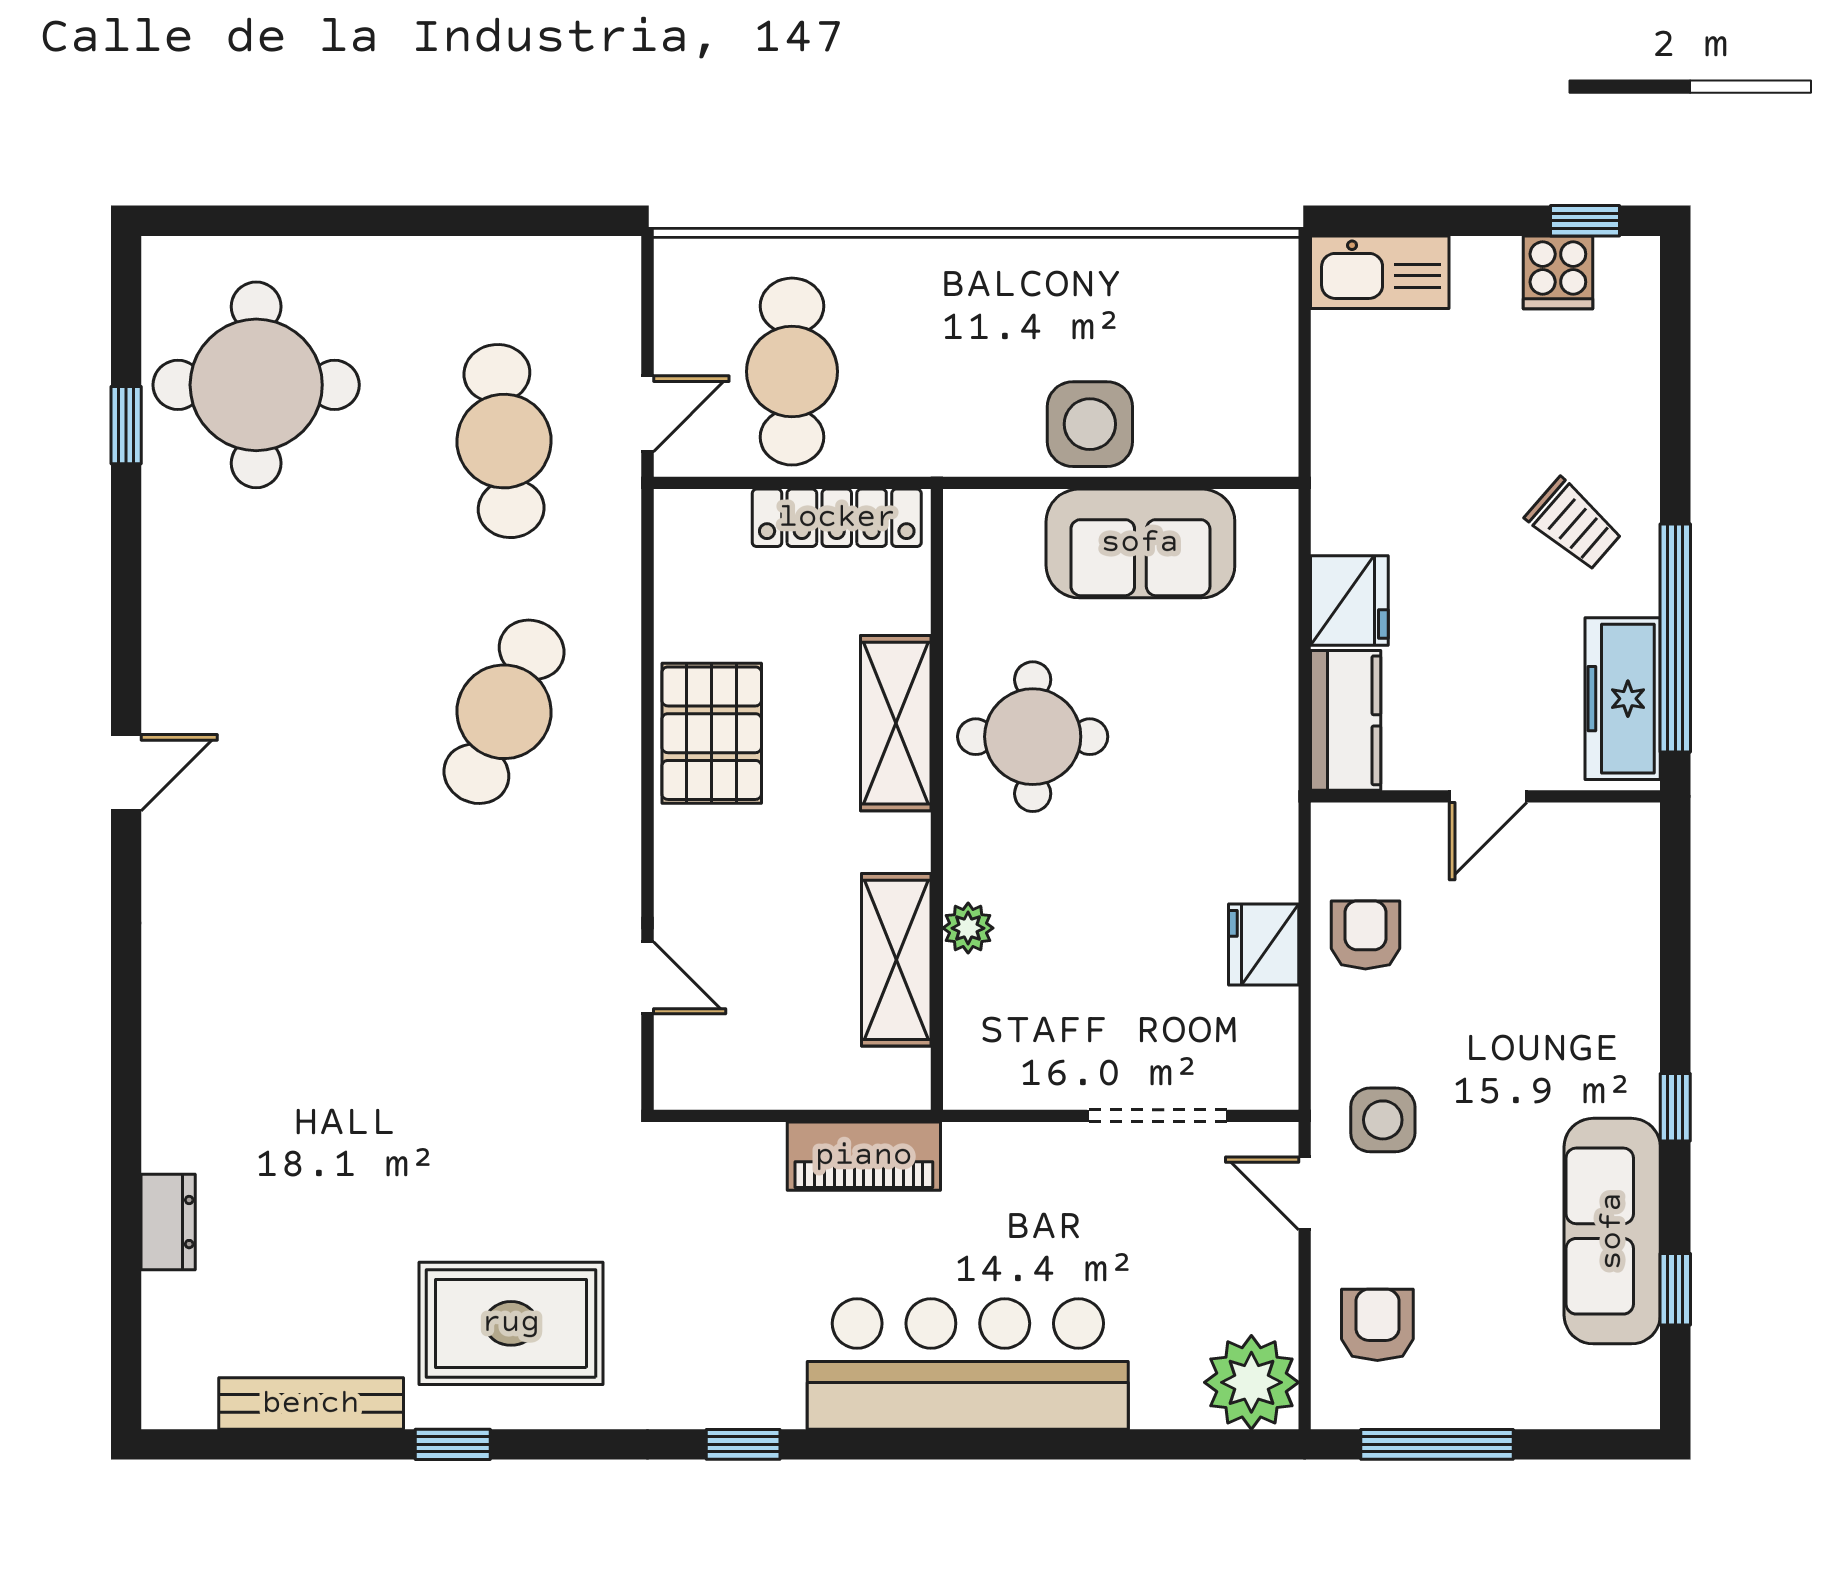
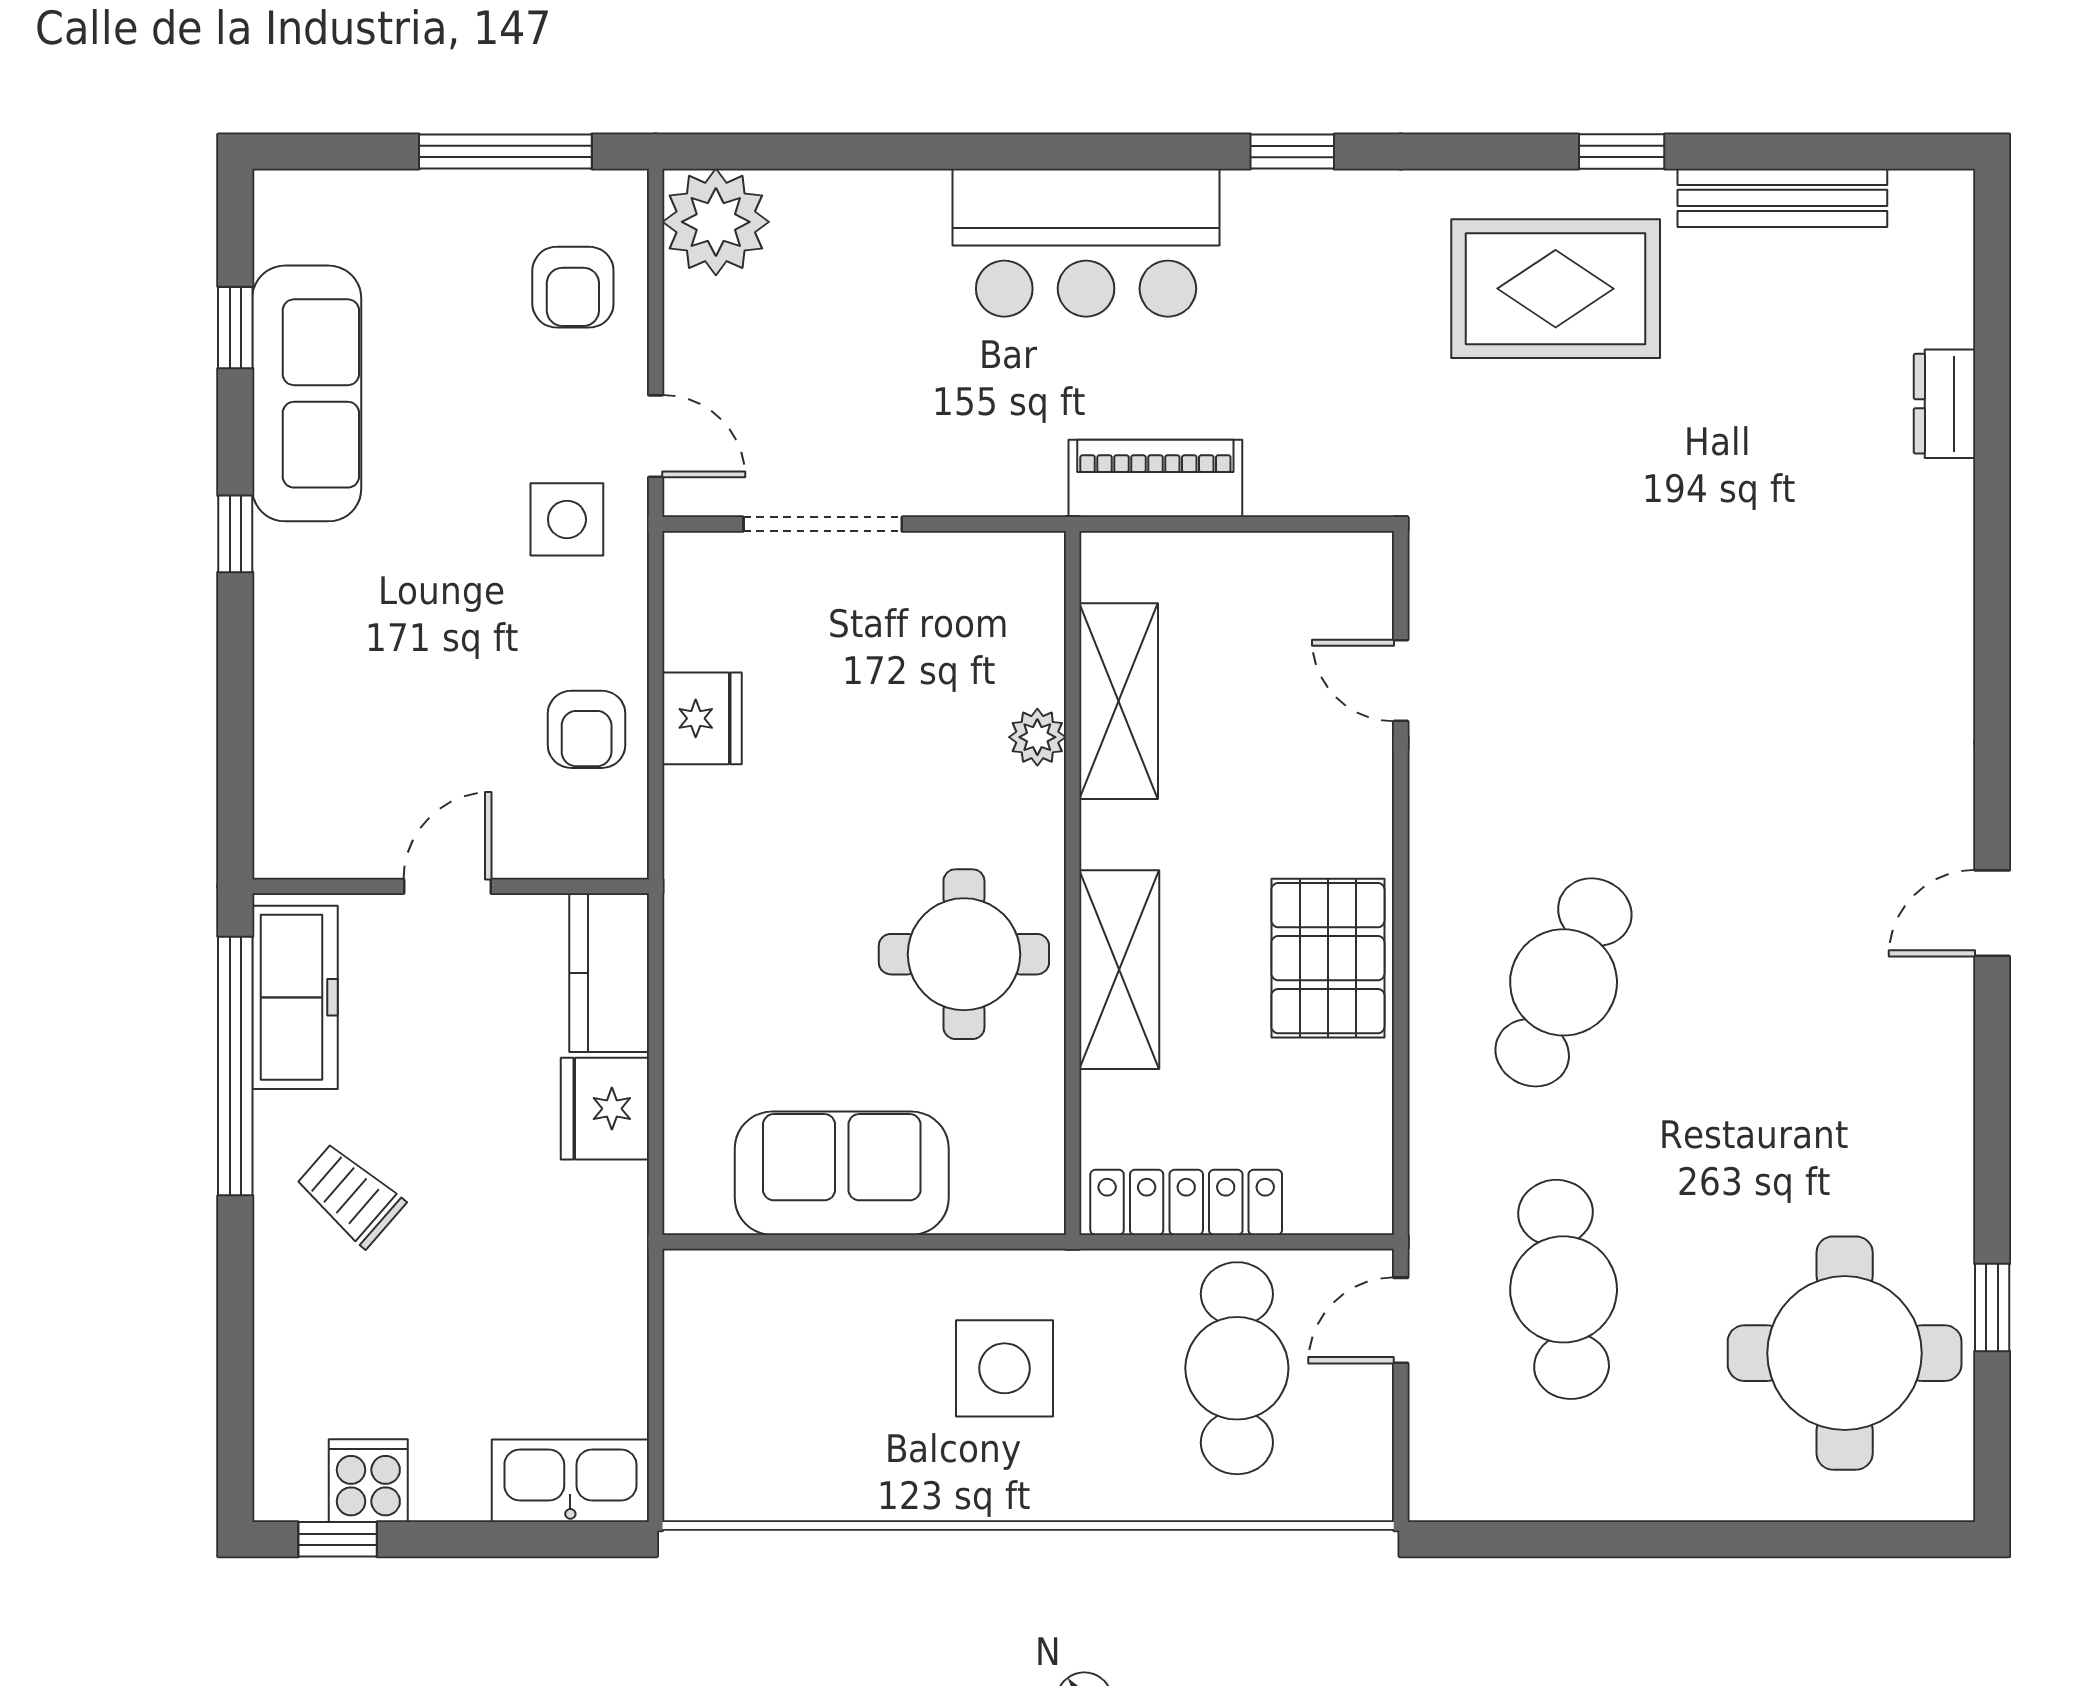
side table: (1090, 424) -> (1004, 1368), moved
bar counter: (968, 1364) -> (1086, 243), width x0.73

